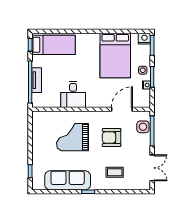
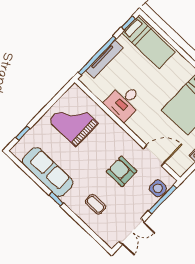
tv unit: (37, 80) -> (104, 59), width x1.41
grand piano: (73, 137) -> (73, 122), moved

